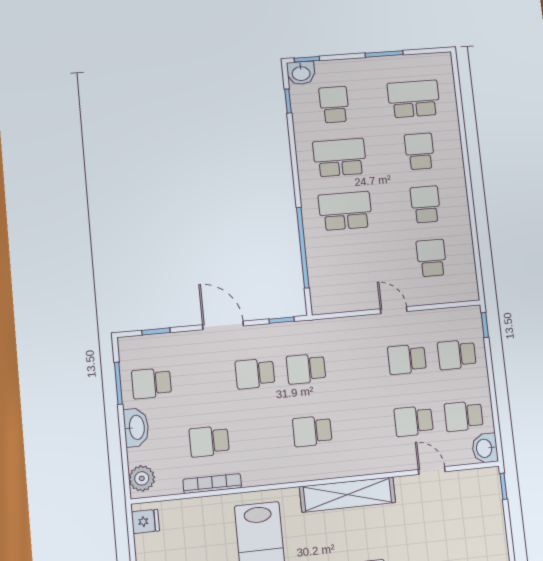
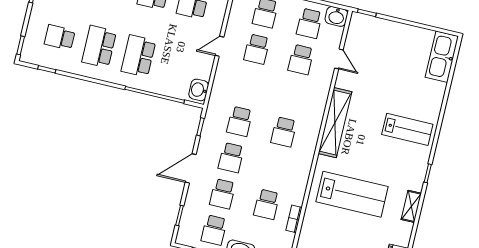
washbasin: (301, 73) -> (199, 90), moved, turned 180
school desk: (204, 378) -> (223, 194), added
door: (432, 471) -> (339, 59), swing flipped
bookcase: (212, 484) -> (294, 219), width x0.64

